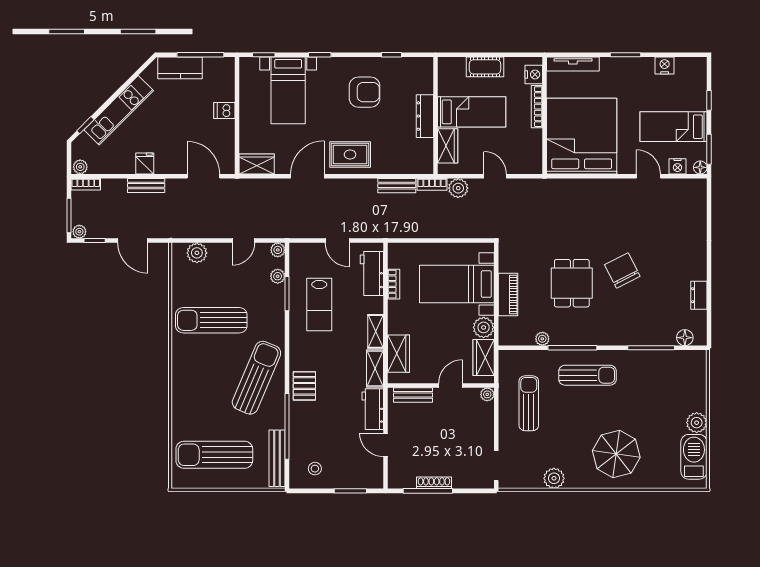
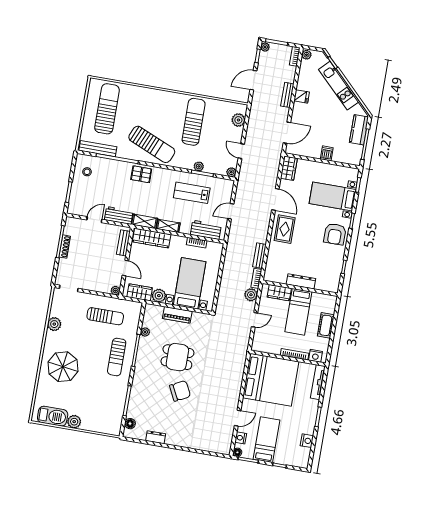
armchair: (365, 92) -> (335, 234), moved
plant: (278, 276) -> (199, 166), moved
wardrobe: (398, 354) -> (152, 238), width x1.50

